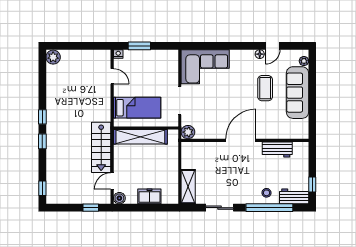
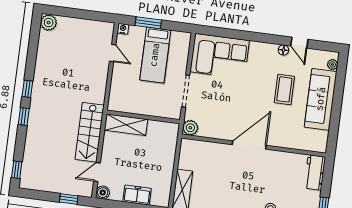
door: (273, 46) -> (299, 43), hinge flipped
bed: (137, 108) -> (155, 55), moved, turned 90
shelving: (140, 137) -> (126, 125), width x0.68
workbench: (277, 149) -> (315, 173), moved, turned 90

